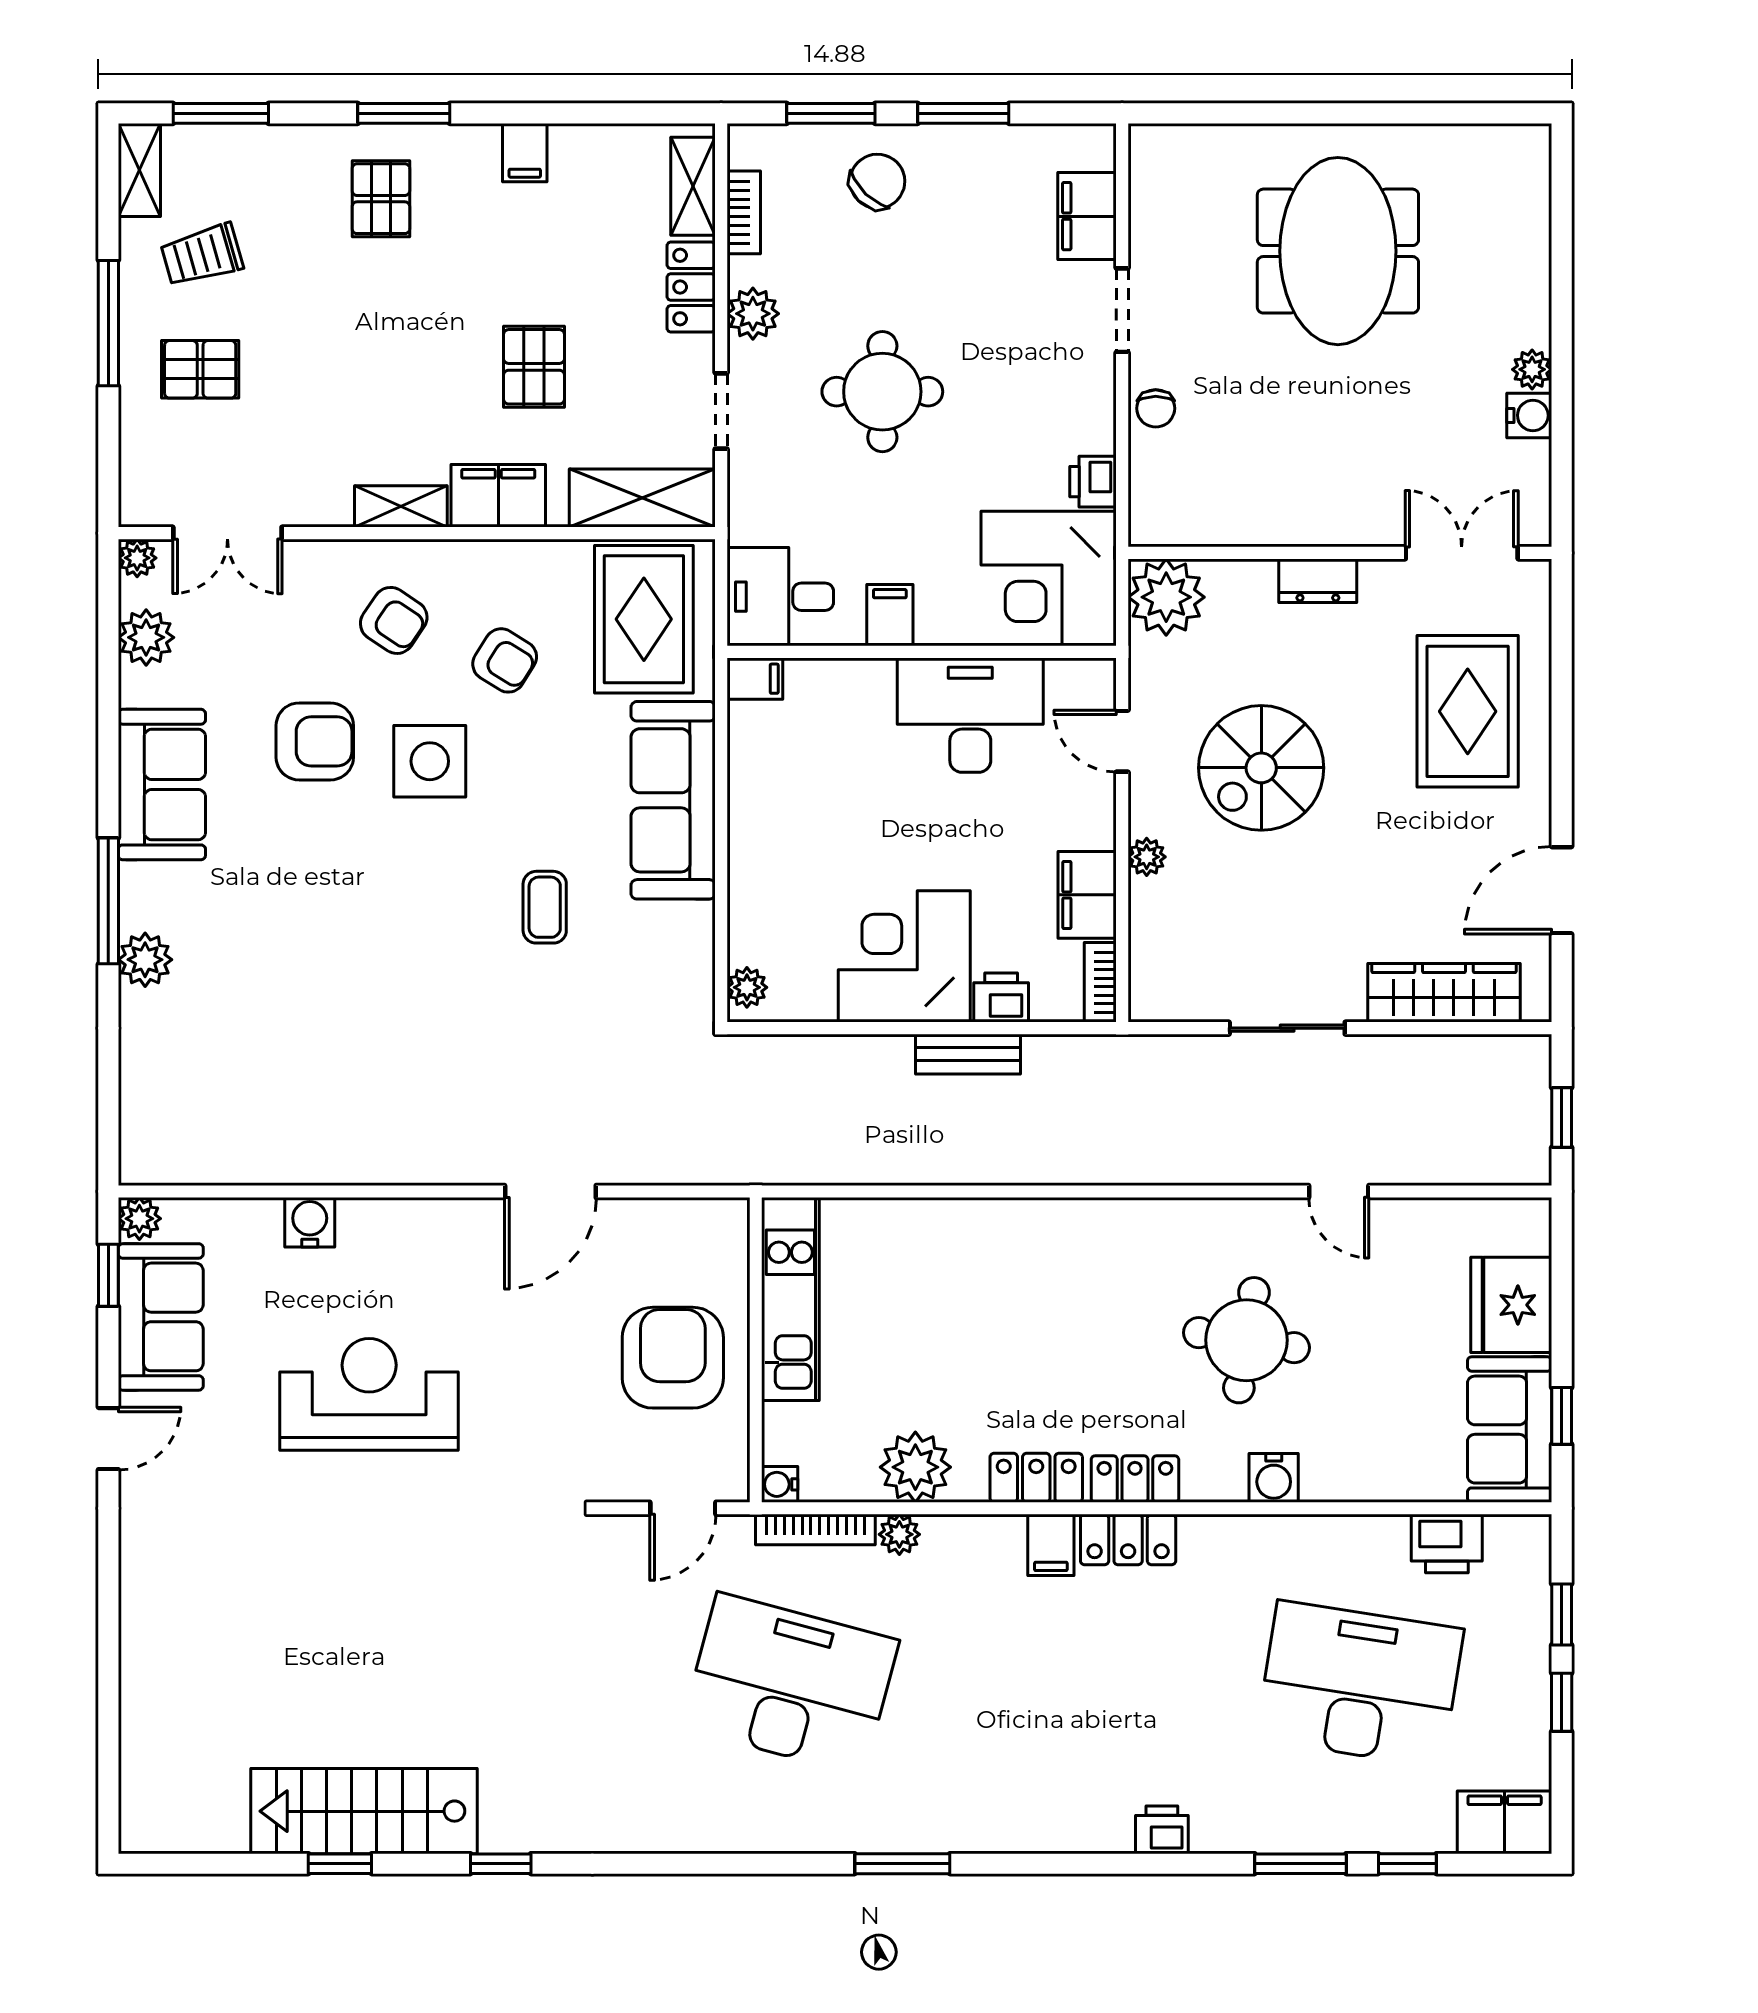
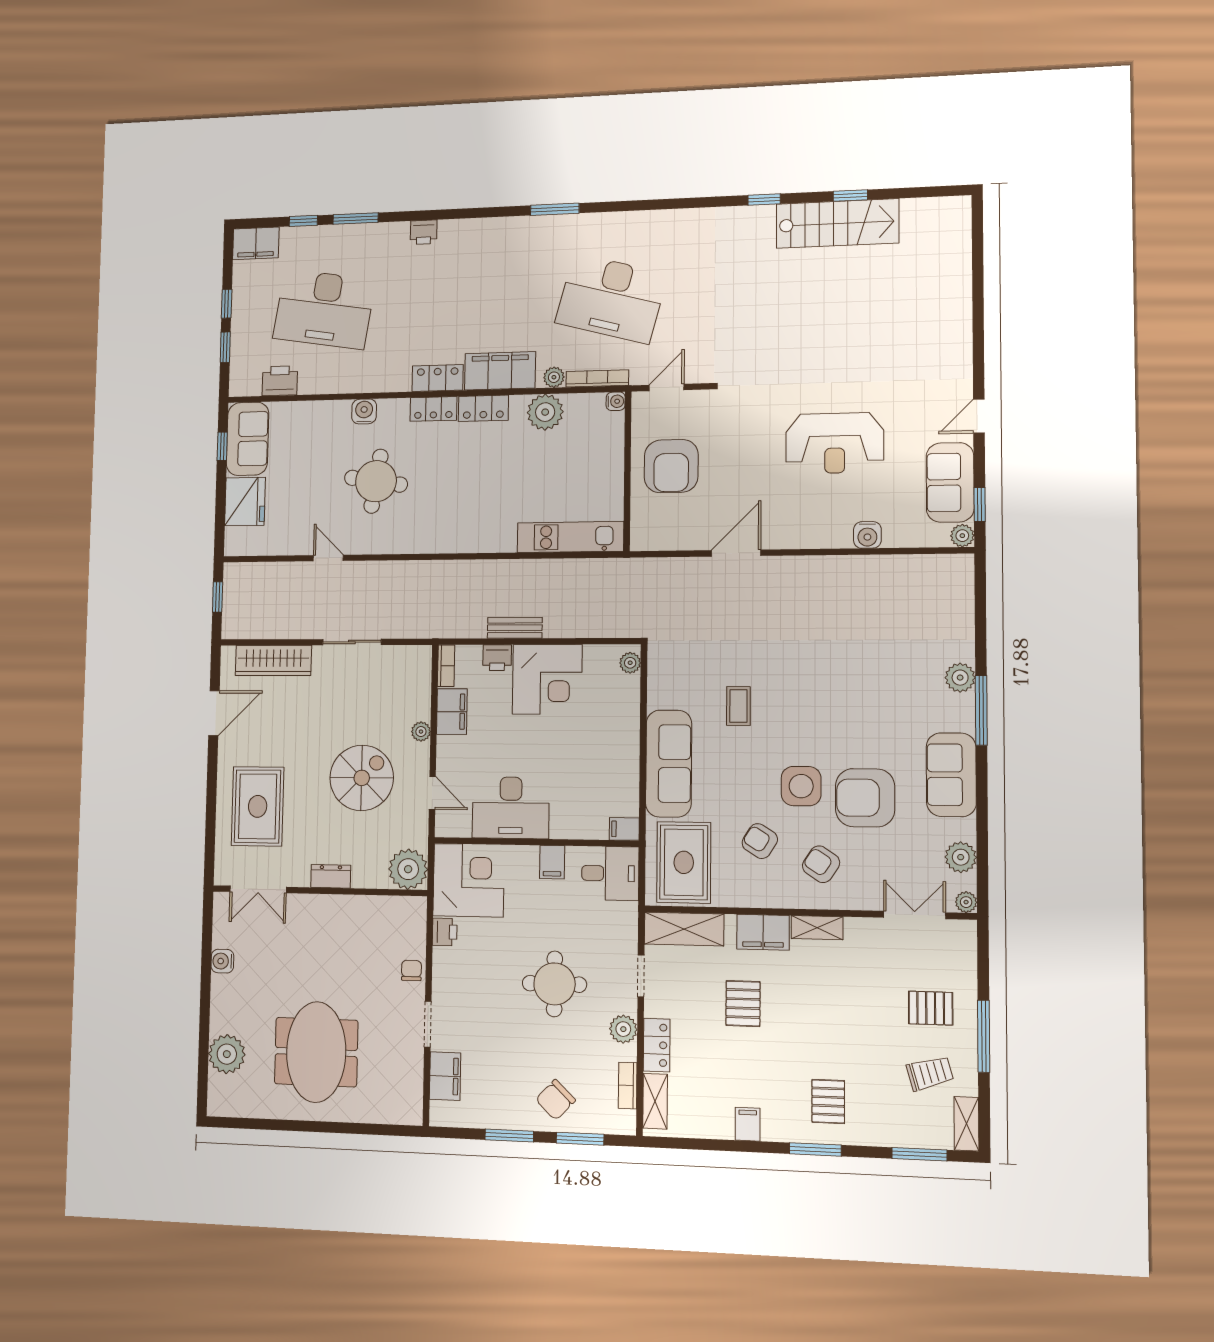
plant: (1532, 369) -> (227, 1054), moved, width x1.88, depth x1.88
armchair: (315, 741) -> (865, 798), width x1.36, depth x1.36
kitchen unit: (790, 1299) -> (570, 537), moved, turned 90
filing cabinet: (1051, 1545) -> (500, 371), width x3.00, depth x1.17

